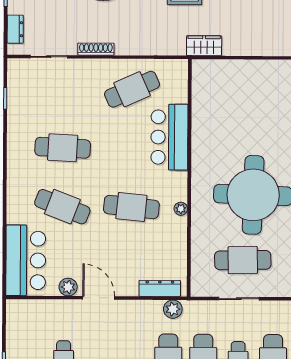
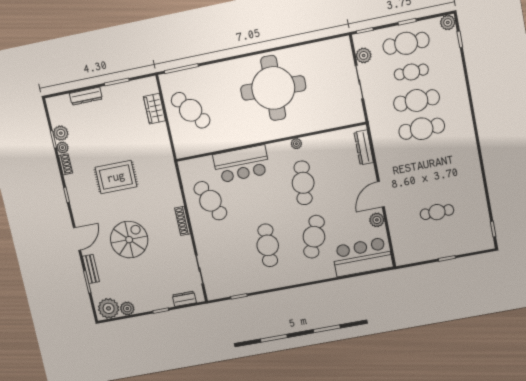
wardrobe: (204, 46) -> (154, 109), moved
shoe rack: (96, 49) -> (182, 221), moved
cafe table: (243, 260) -> (191, 110), moved, turned -36
plant: (173, 309) -> (364, 55), moved

